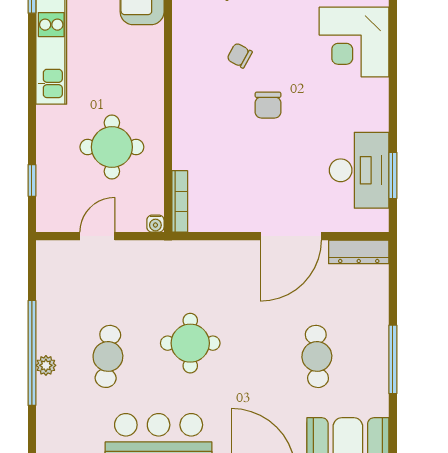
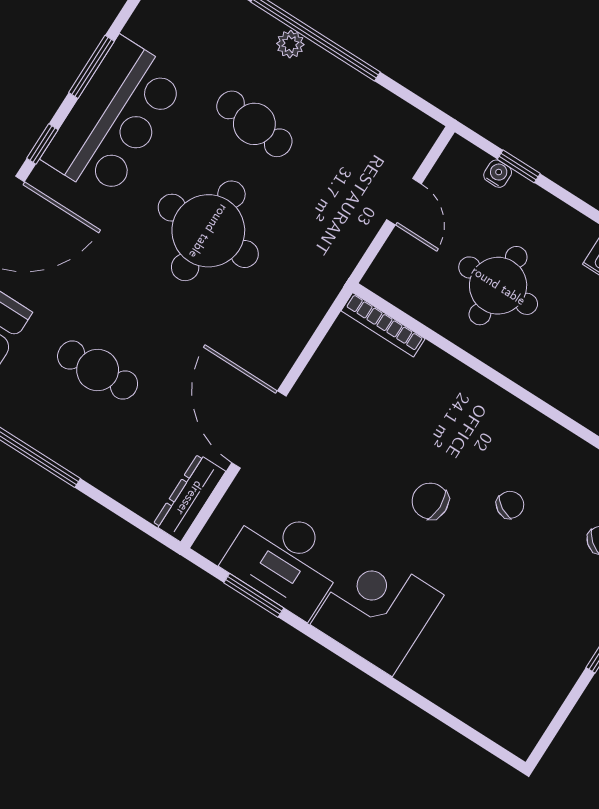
corner desk: (354, 42) -> (377, 610), moved
water cooler: (155, 224) -> (498, 174), moved, turned 90
round table: (190, 343) -> (208, 231), width x1.36, depth x1.36

